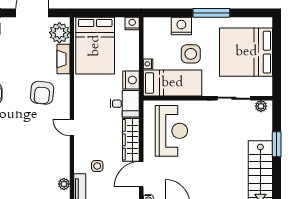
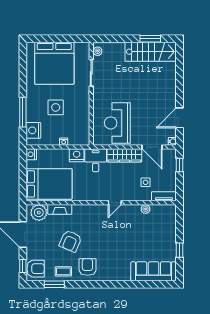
window: (211, 13) -> (23, 112), moved
nightstand: (181, 26) -> (33, 130), moved
bed: (172, 83) -> (79, 122), removed
armchair: (42, 93) -> (70, 241), moved, turned 107
reception desk: (171, 131) -> (117, 123), turned -90
window: (277, 144) -> (150, 39), moved
plant: (64, 184) -> (146, 209), moved

